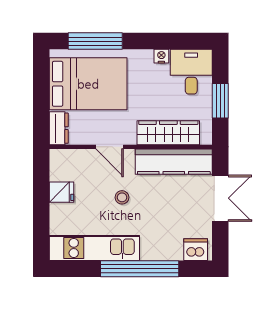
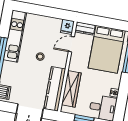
door: (110, 147) -> (71, 44), moved
fridge: (62, 192) -> (67, 27), moved

